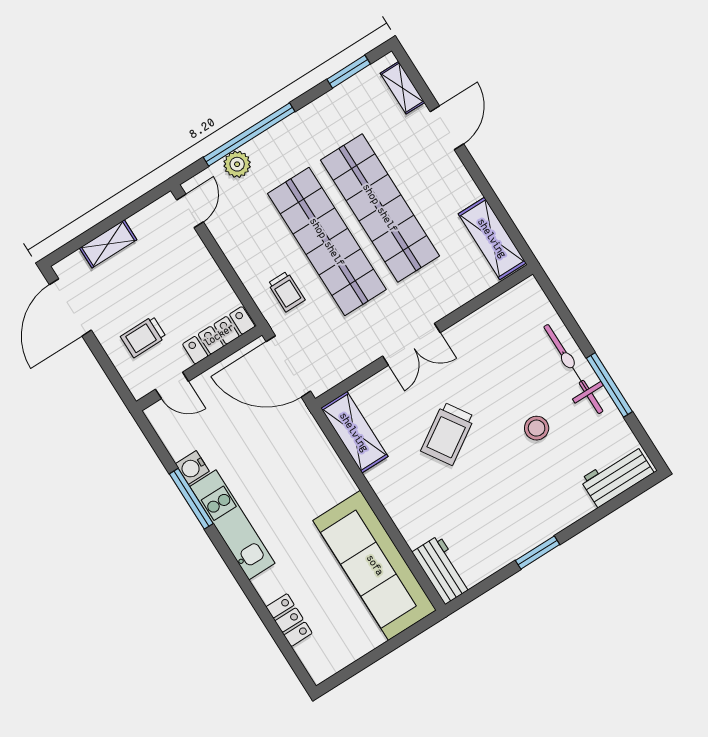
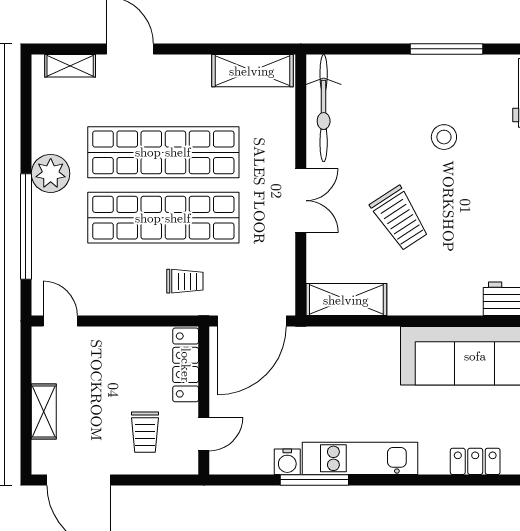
window: (349, 72) -> (26, 104), removed
plant: (237, 164) -> (51, 173), moved, width x1.36, depth x1.36
bicycle: (573, 369) -> (324, 108), moved, turned -90

